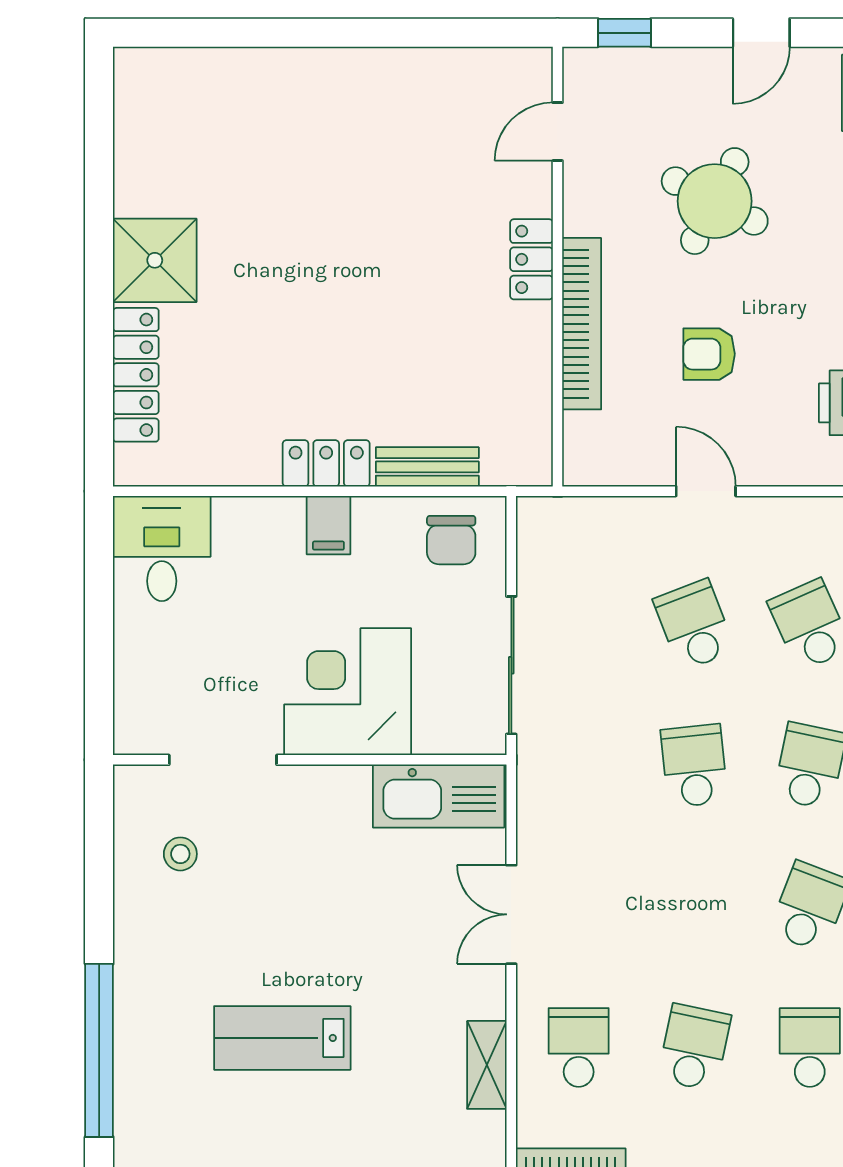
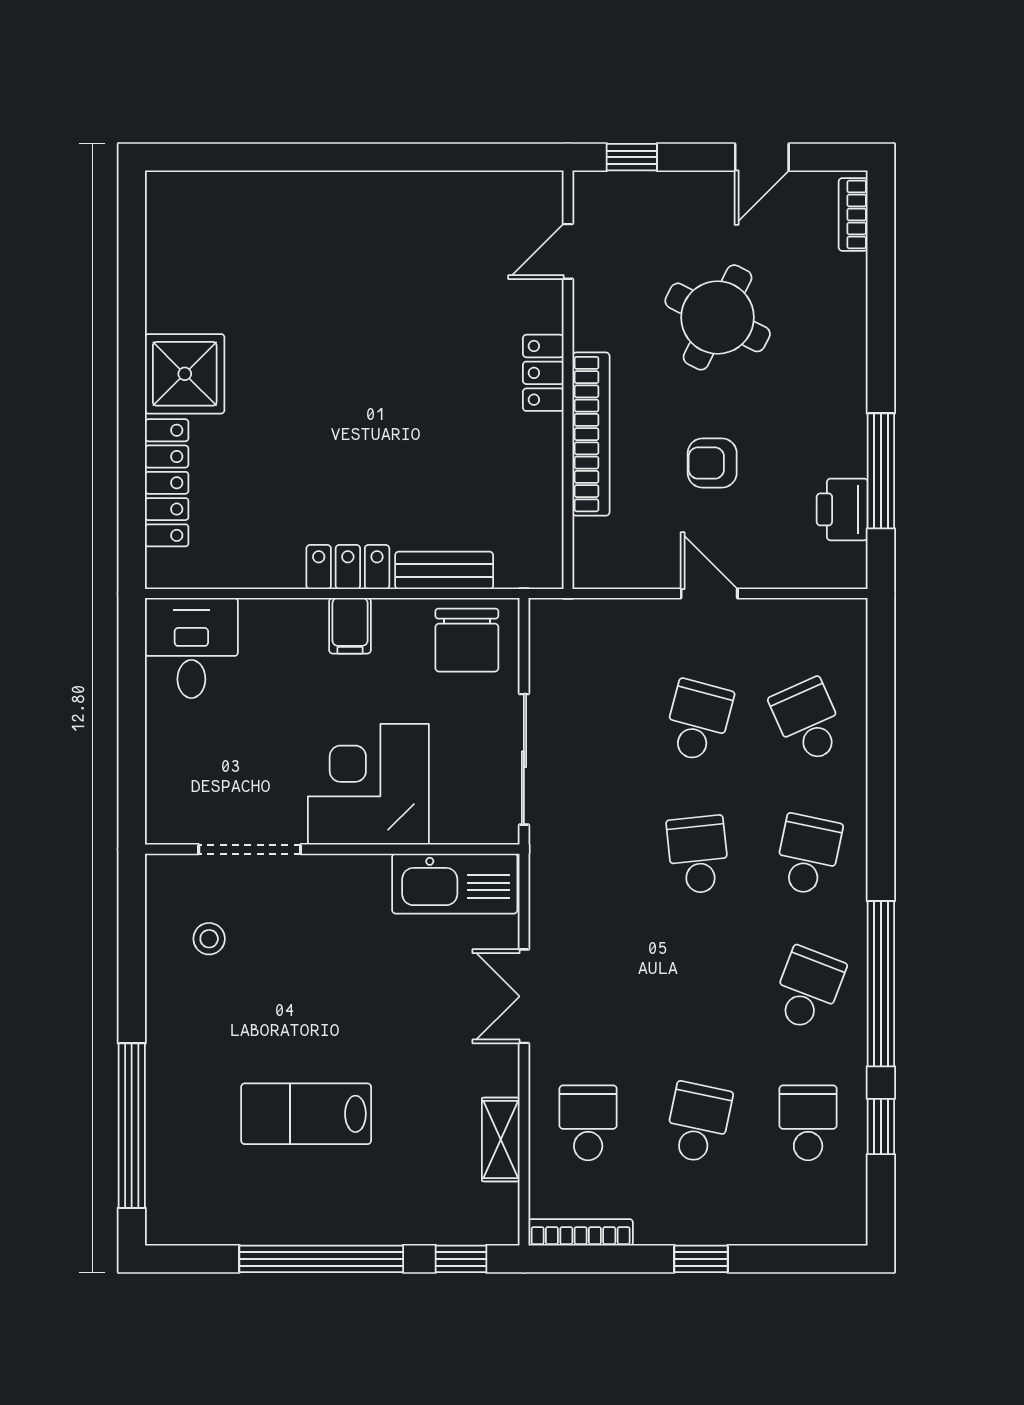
chair: (451, 540) -> (467, 640), width x1.37, depth x1.37
school desk: (694, 625) -> (698, 721), turned 36

